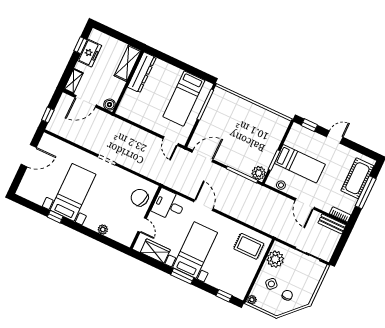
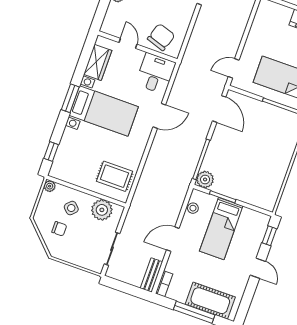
door: (142, 225) -> (128, 43), swing flipped
rug: (249, 246) -> (114, 176), turned 90

